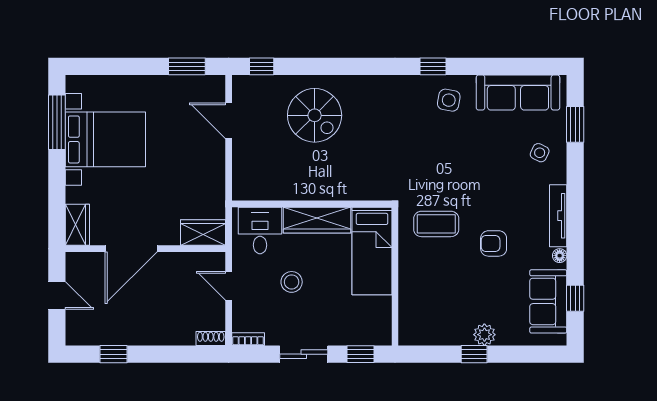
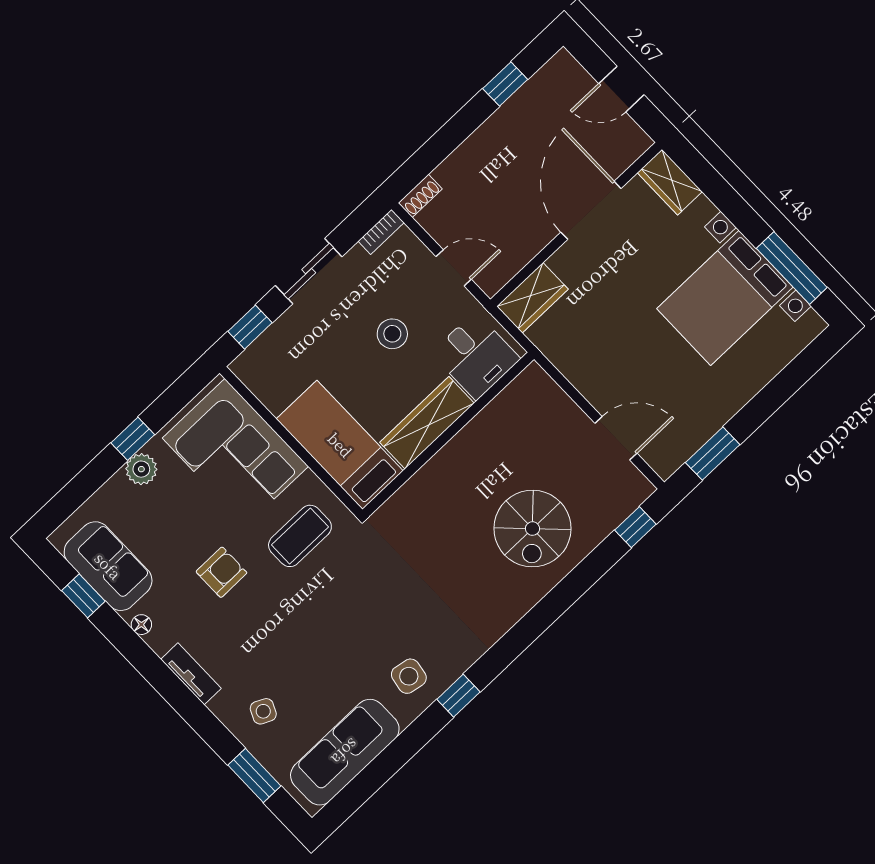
spiral stairs: (315, 115) -> (532, 529), turned -90
tv unit: (558, 216) -> (191, 674), width x0.71
corner sofa: (429, 298) -> (235, 452), added

